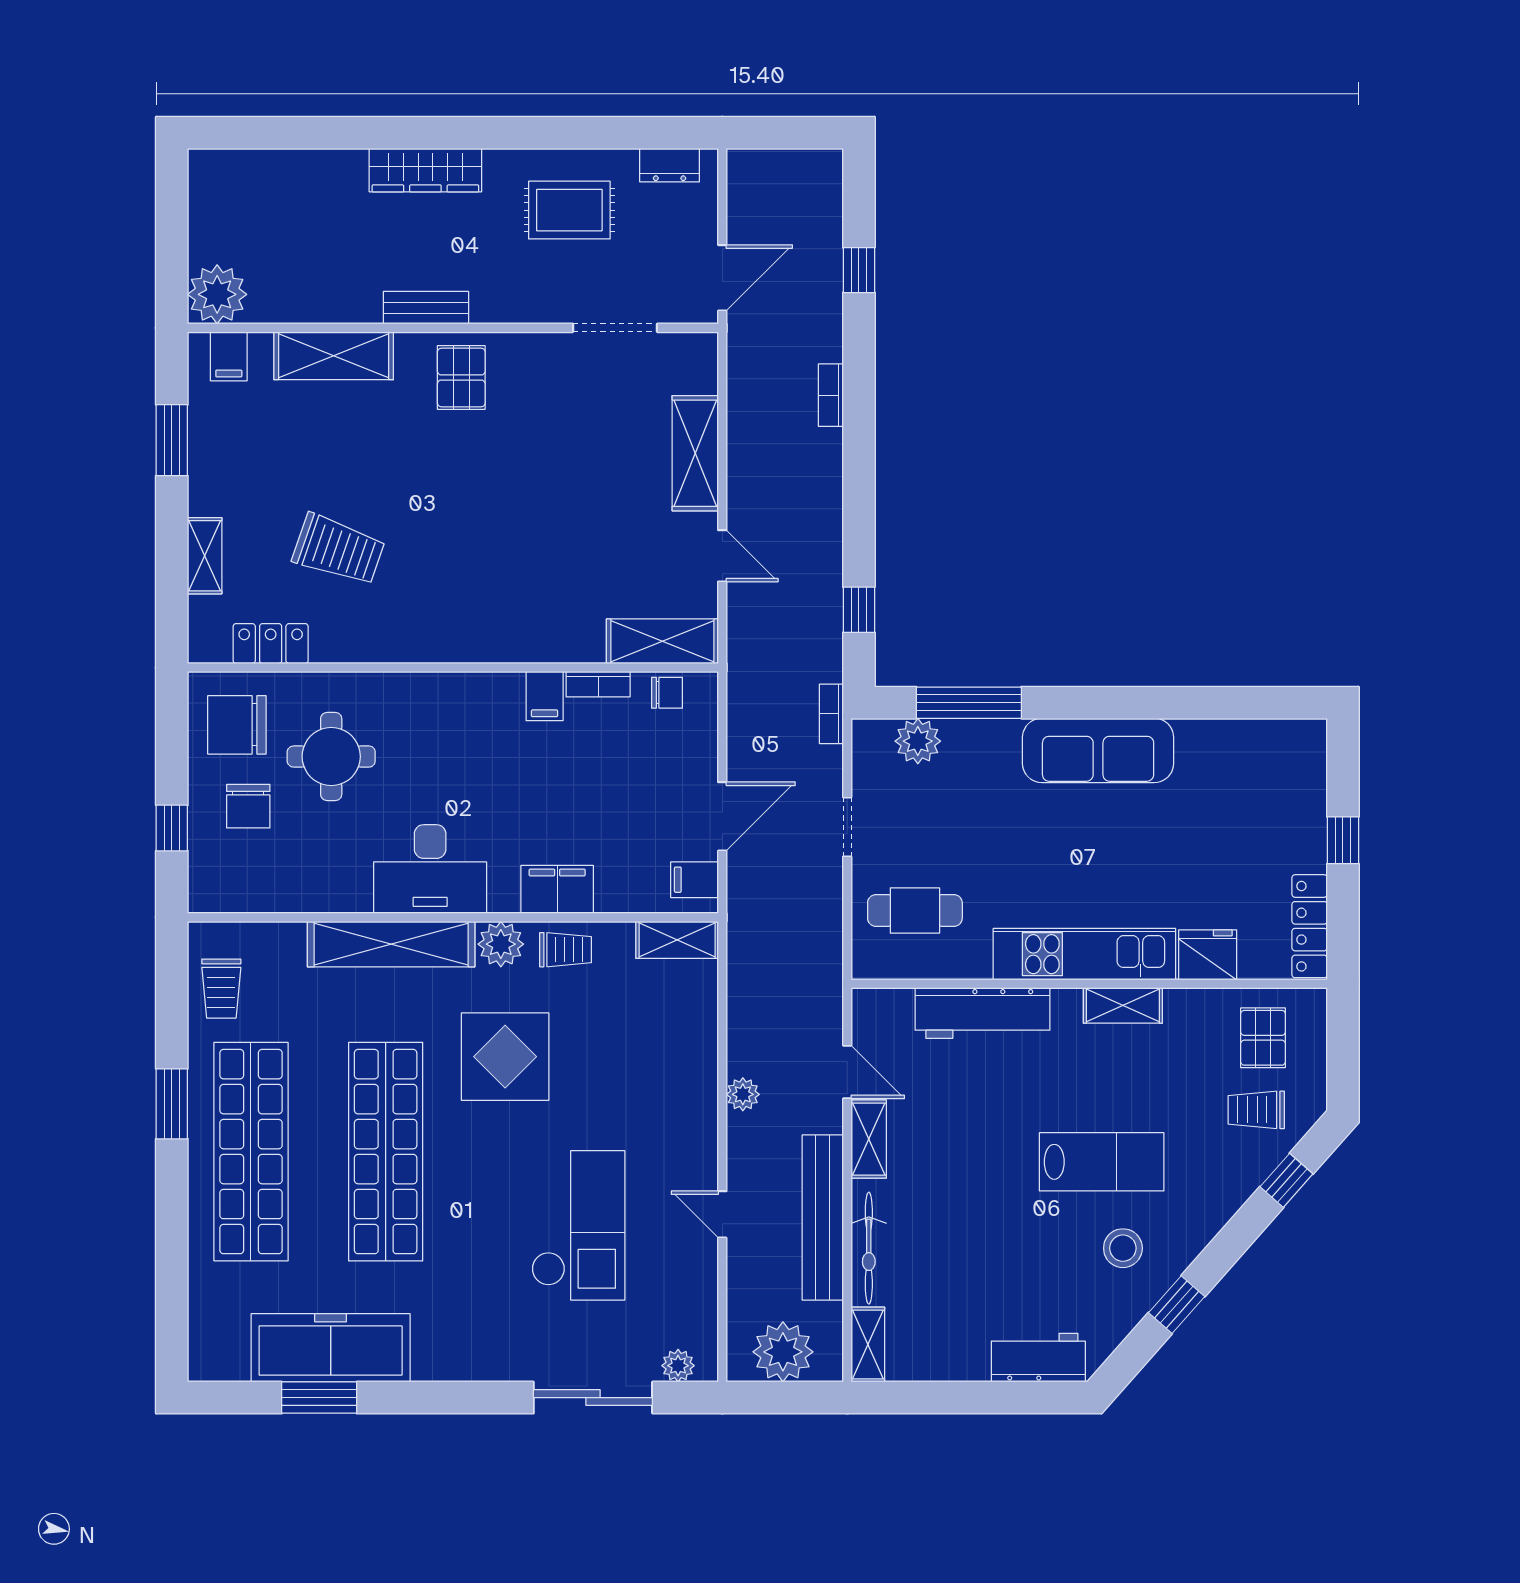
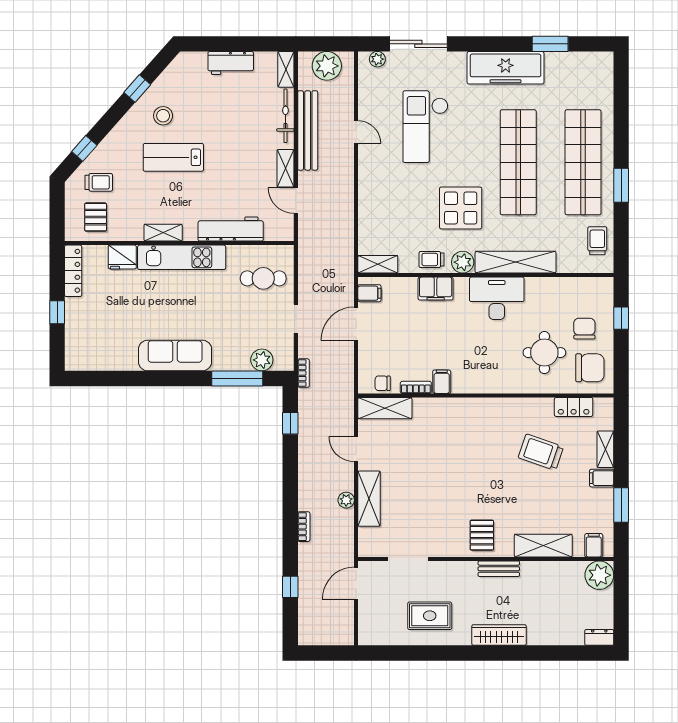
dresser: (670, 165) -> (599, 637), moved
filing cabinet: (212, 496) -> (602, 478), added
plant: (743, 1094) -> (346, 500), moved
freezer: (331, 1348) -> (506, 68), moved
workbench: (1038, 1358) -> (231, 63), moved

